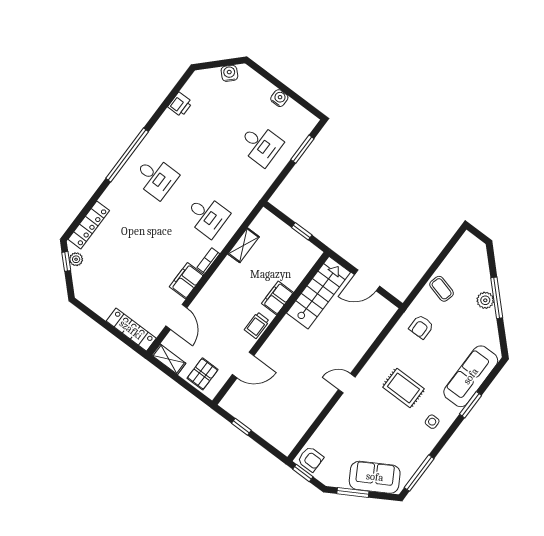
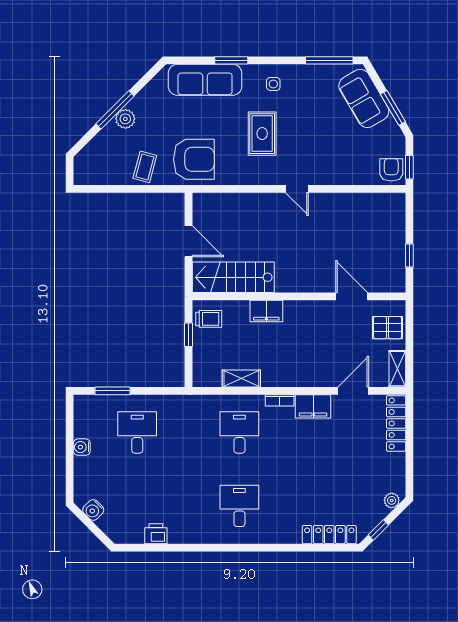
window: (127, 155) -> (239, 548), removed
plant: (76, 259) -> (392, 500), moved
trolley: (257, 325) -> (209, 319), moved
armchair: (421, 327) -> (194, 159), width x1.88, depth x1.88

